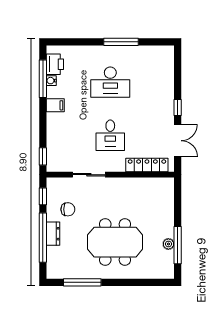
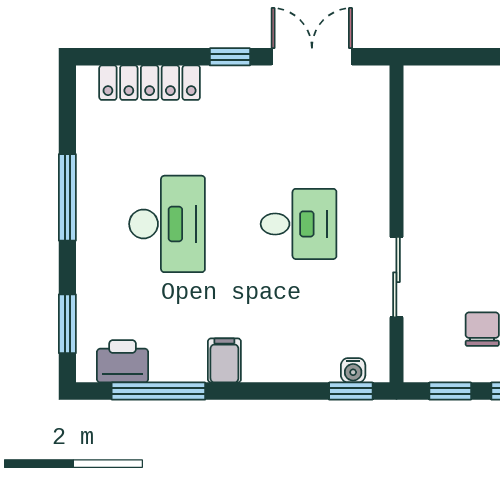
window: (70, 42) -> (67, 324), added
water cooler: (51, 81) -> (353, 370), moved
locker: (147, 165) -> (150, 83), moved, turned -90

